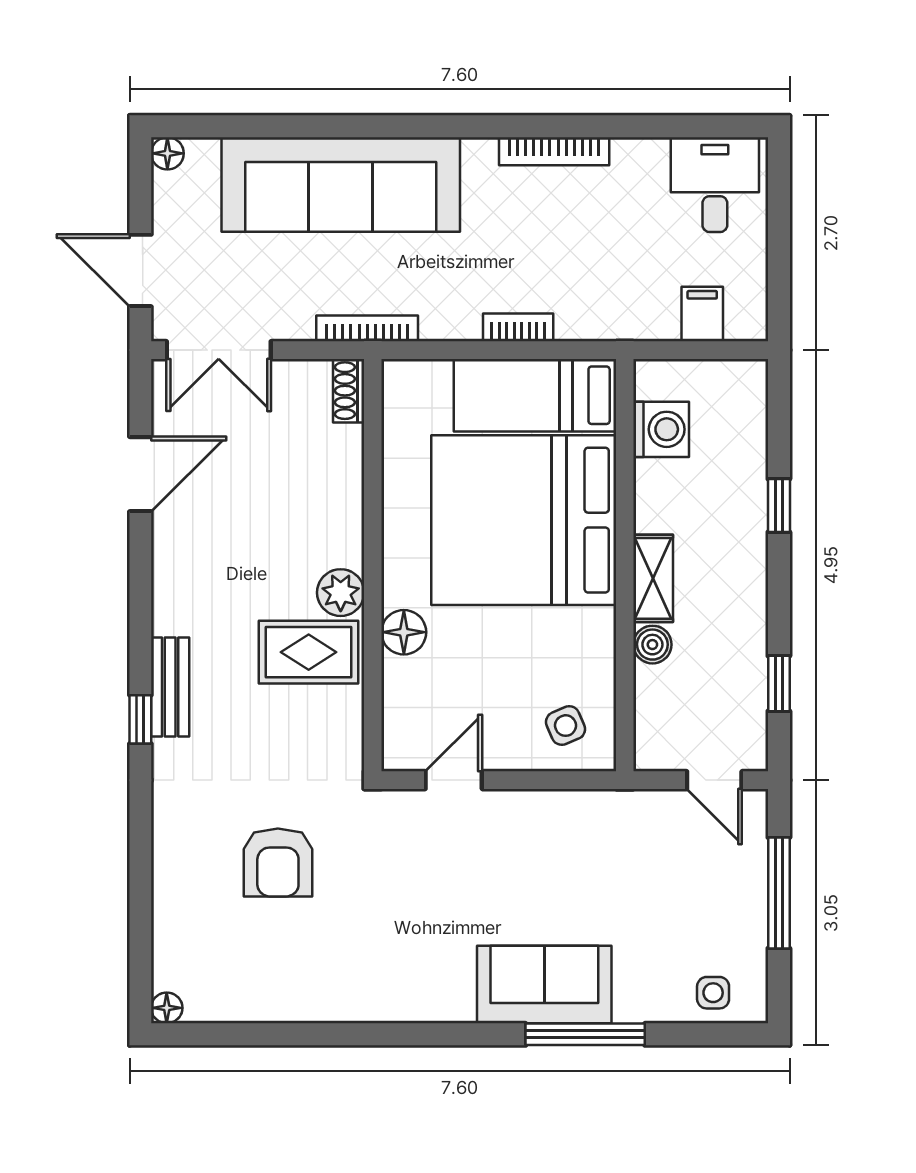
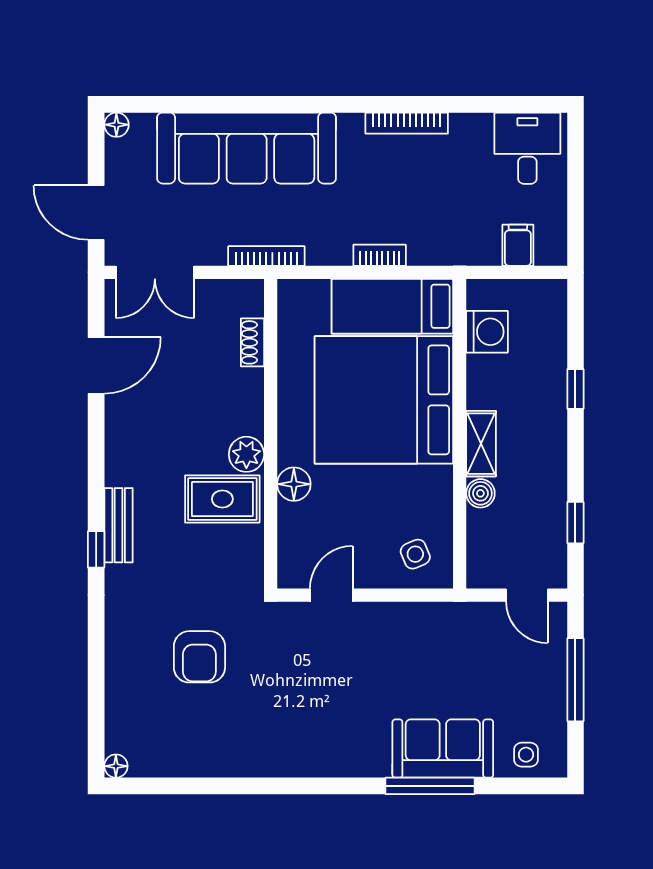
shoe rack: (349, 391) -> (252, 342), moved
sofa: (544, 985) -> (443, 749), moved

